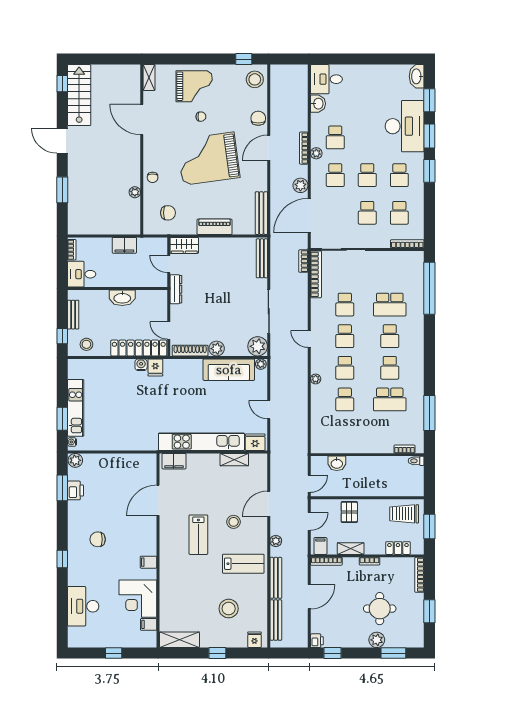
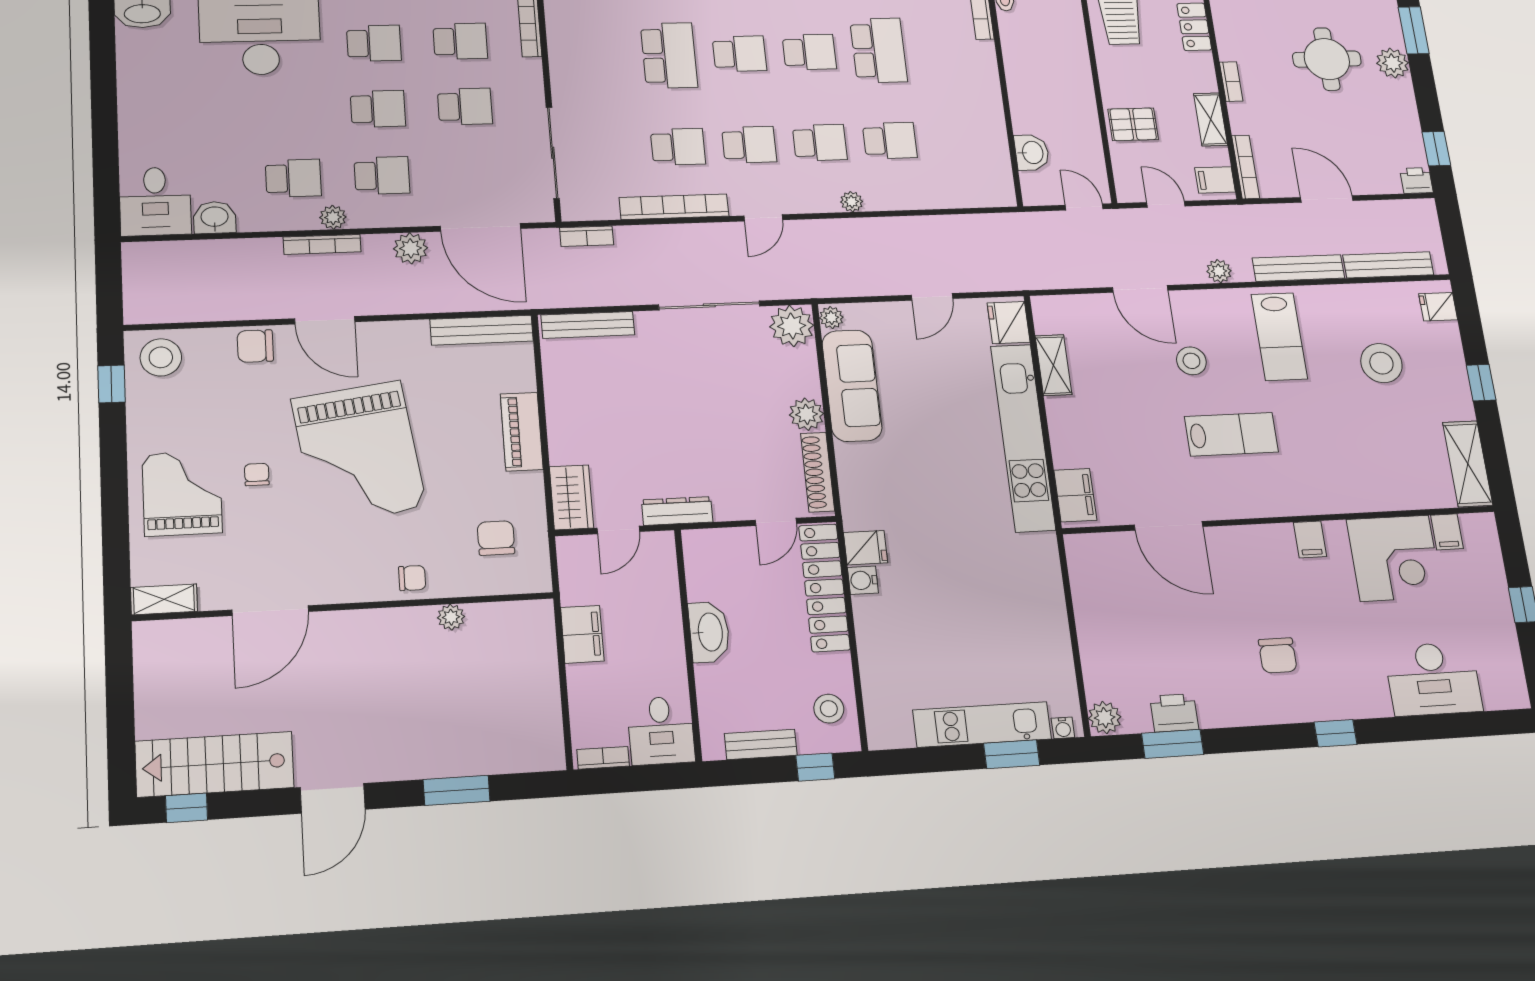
bookcase: (316, 274) -> (674, 207), moved
lab bench: (243, 564) -> (1279, 337), turned 180

